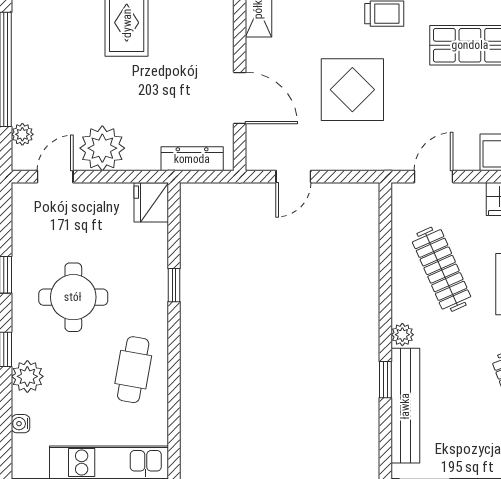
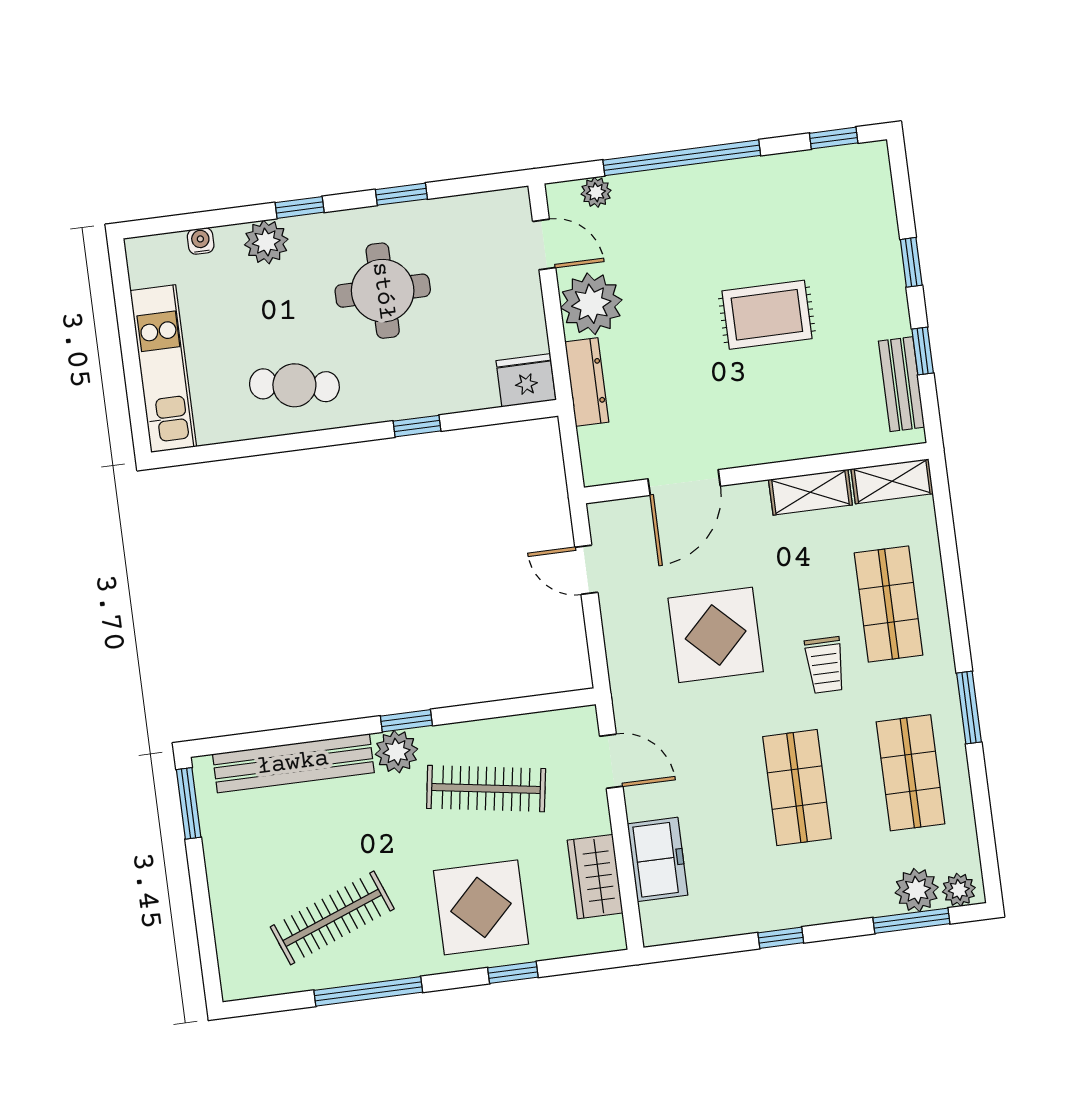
dresser: (192, 159) -> (587, 382), moved
clothes rail: (442, 269) -> (486, 789), turned 33
plant: (402, 335) -> (397, 752), width x1.38, depth x1.38
window: (385, 380) -> (406, 721), moved

